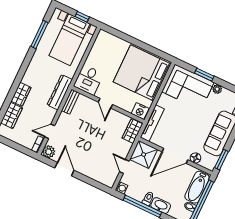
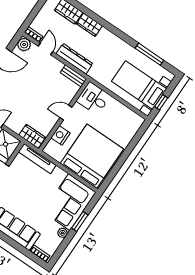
dresser: (60, 92) -> (74, 59), moved
nightstand: (140, 111) -> (60, 135), moved

